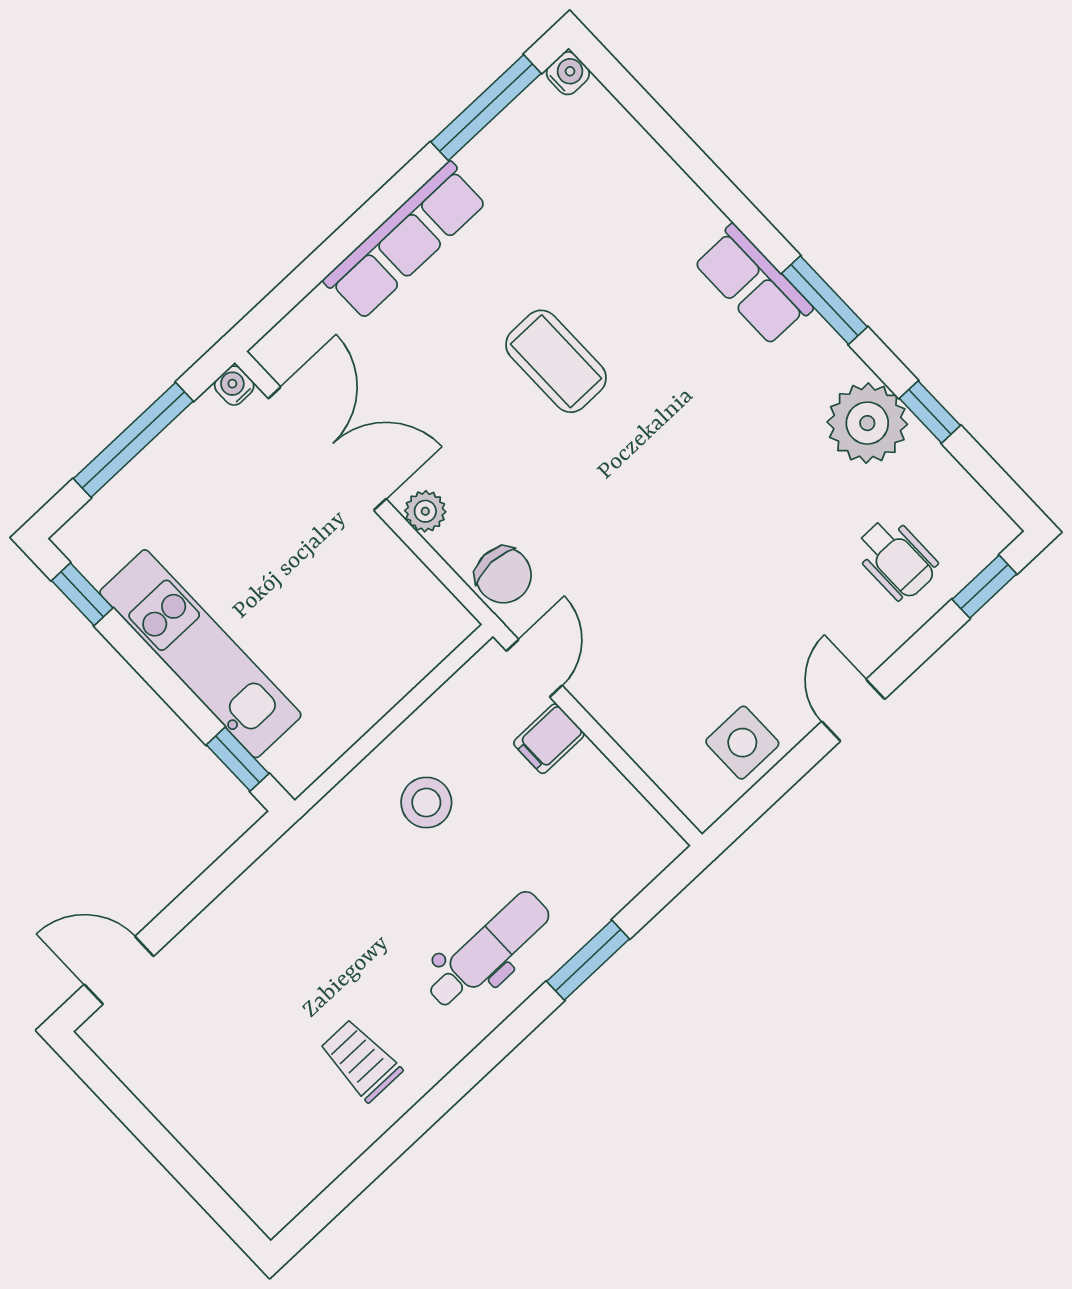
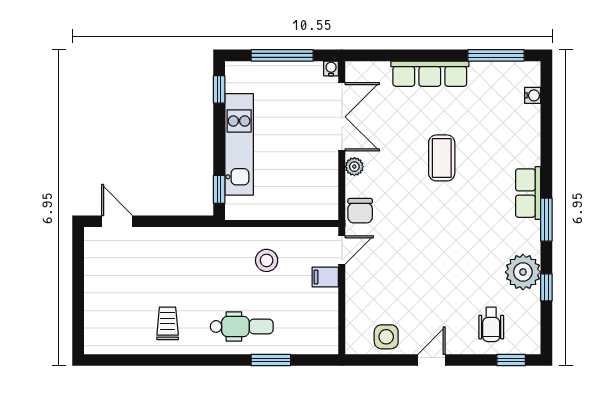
water cooler: (568, 73) -> (533, 95), moved

